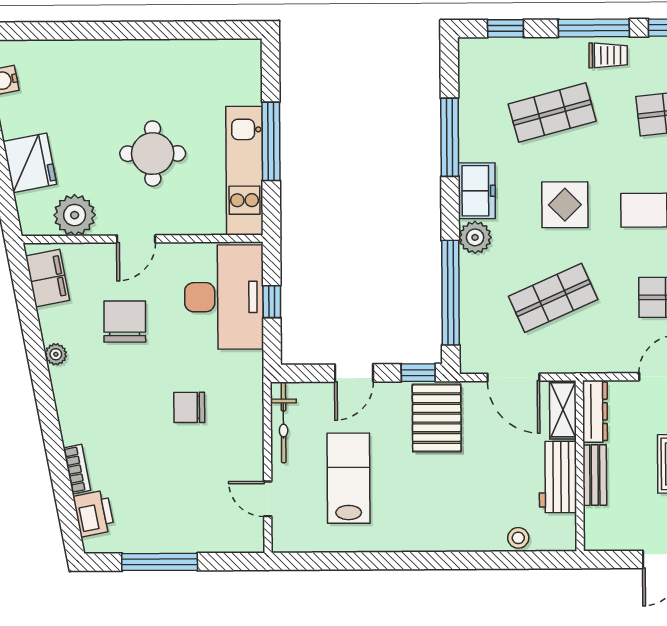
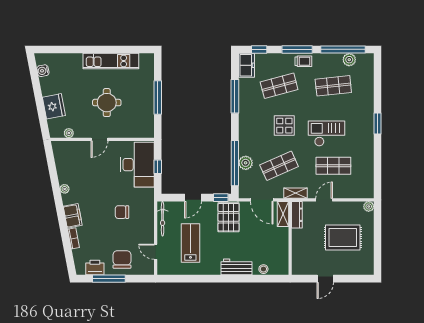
kitchen unit: (244, 171) -> (111, 61), moved, turned -90
freezer: (477, 191) -> (246, 65), moved
plant: (75, 215) -> (69, 133), width x0.53, depth x0.53
plant: (475, 237) -> (246, 163), moved
filing cabinet: (48, 278) -> (73, 216), moved
chair: (125, 322) -> (122, 260), moved
shelving: (592, 361) -> (296, 193), added
bench: (595, 475) -> (297, 242), removed
workbench: (558, 477) -> (236, 267), moved, turned 90
printer: (94, 513) -> (95, 267), moved, turned -79

